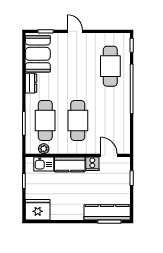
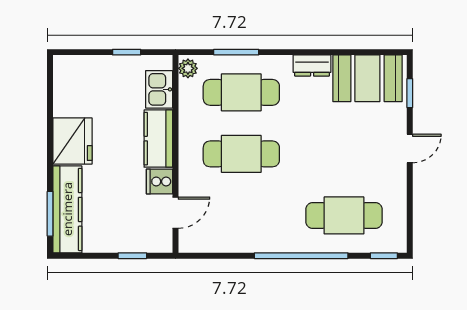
plant: (44, 149) -> (188, 68), moved
fridge: (38, 210) -> (72, 141), moved

